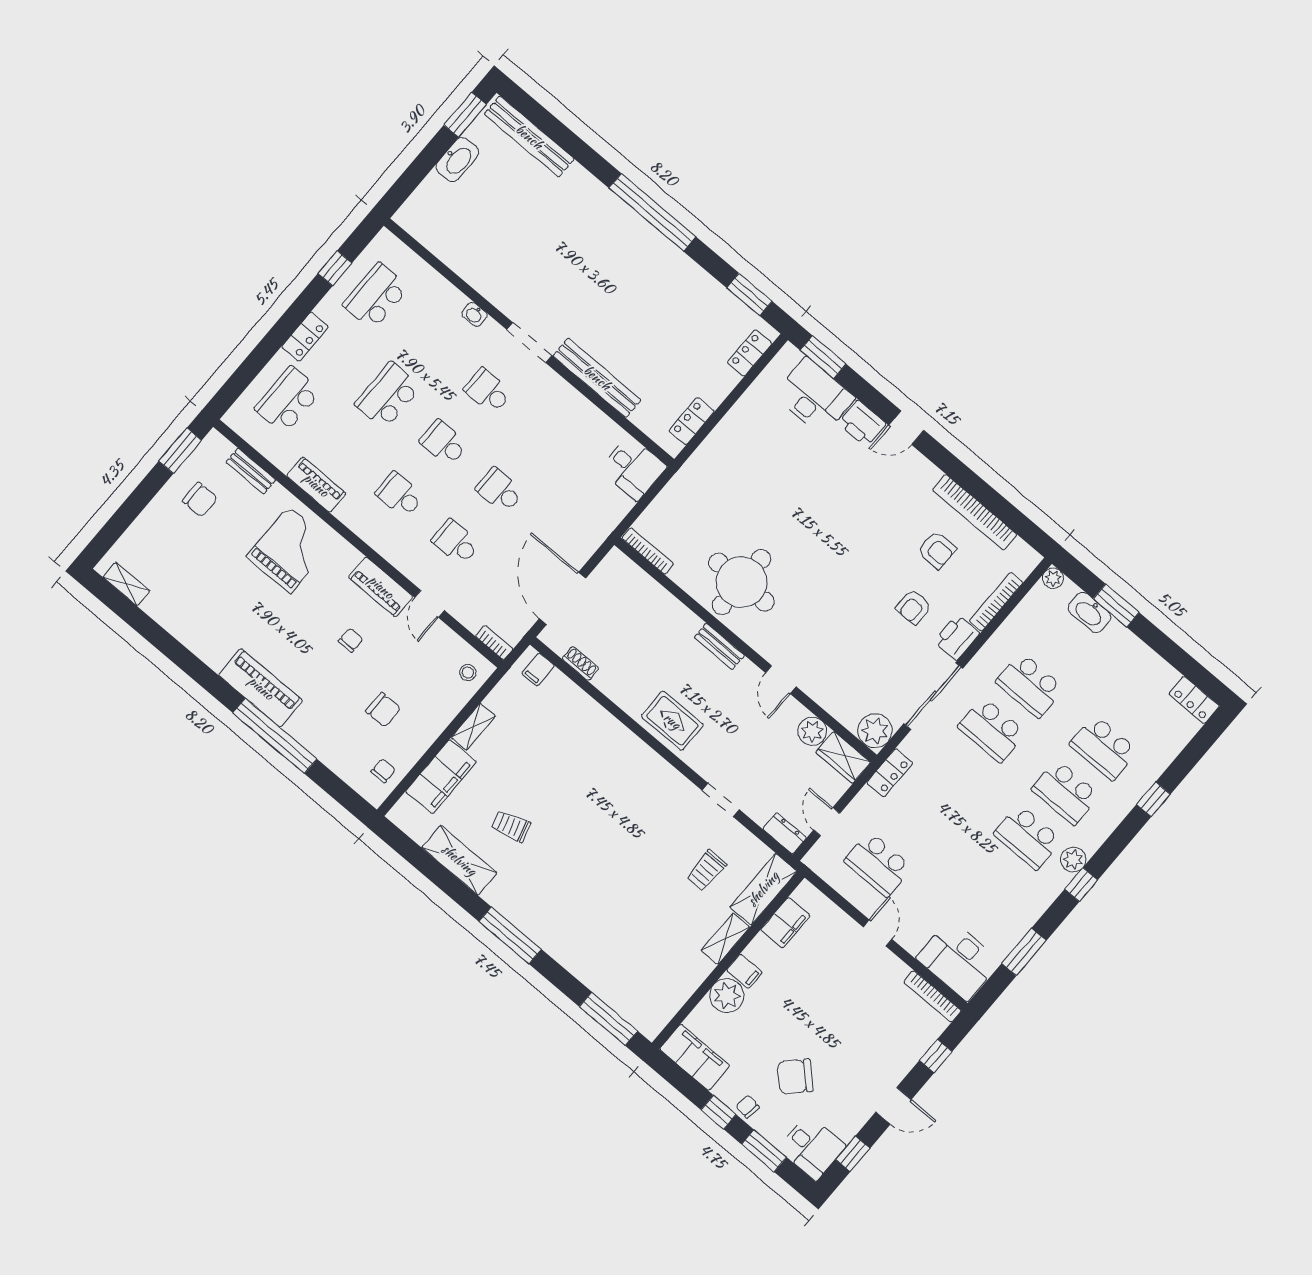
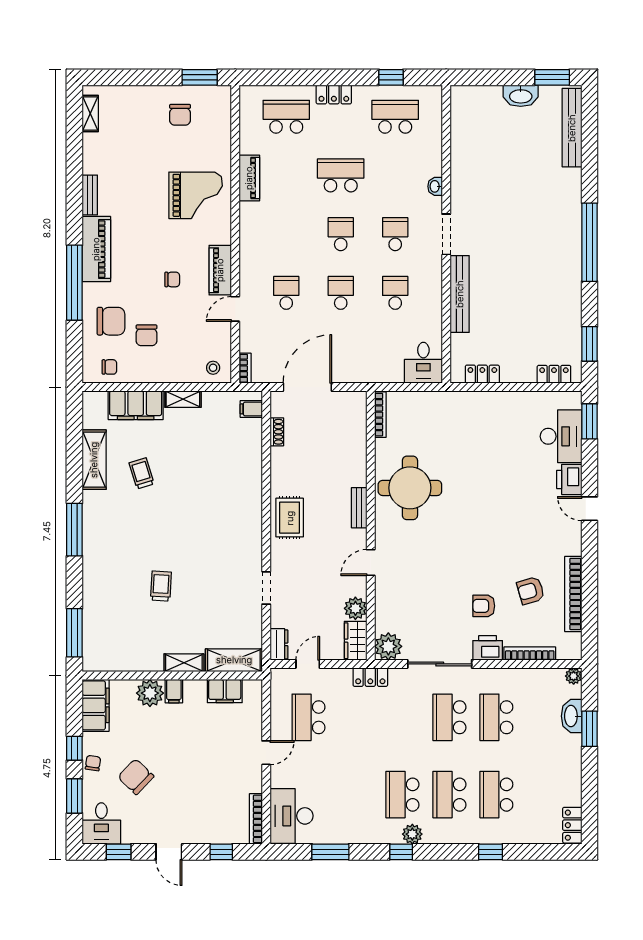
bench: (251, 471) -> (90, 195), moved
school desk: (400, 495) -> (395, 293), moved
armchair: (937, 550) -> (531, 591), turned 74
chair: (341, 732) -> (111, 321), added
trolley: (706, 871) -> (161, 586), moved, turned 93

